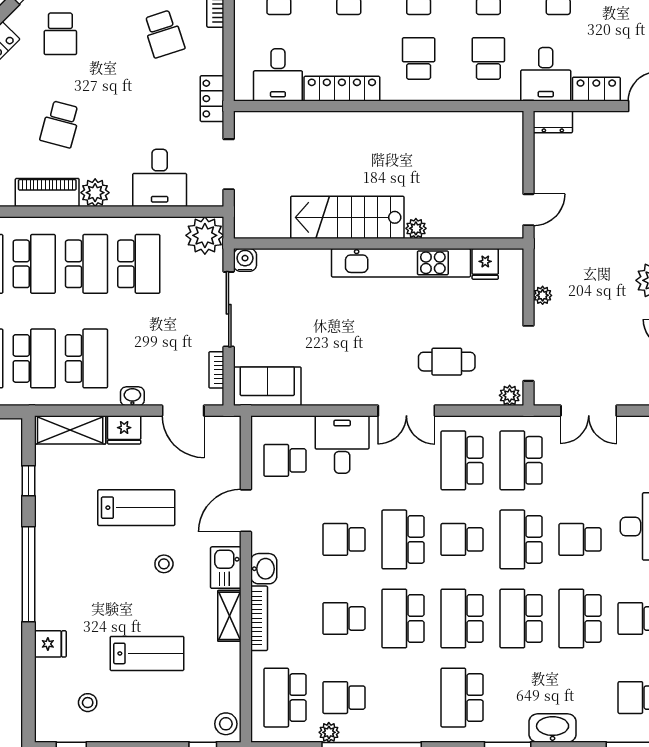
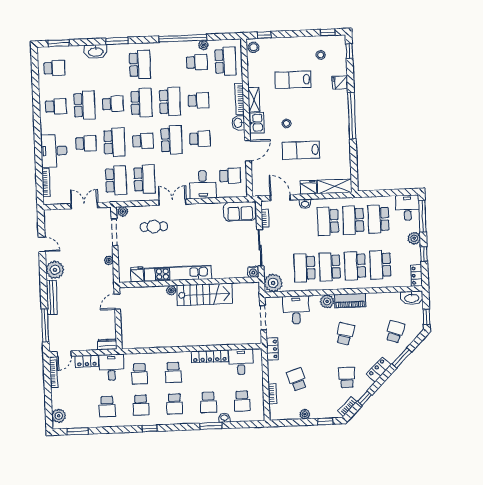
window: (28, 481) -> (349, 51), moved
school desk: (521, 619) -> (113, 104), width x0.54

